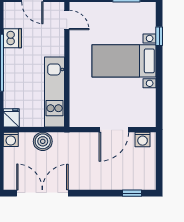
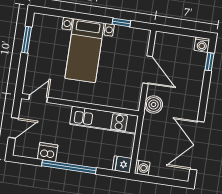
window: (159, 36) -> (121, 22), moved
washing machine: (143, 139) -> (202, 45), moved, turned 90
boiler: (43, 141) -> (154, 104), moved

